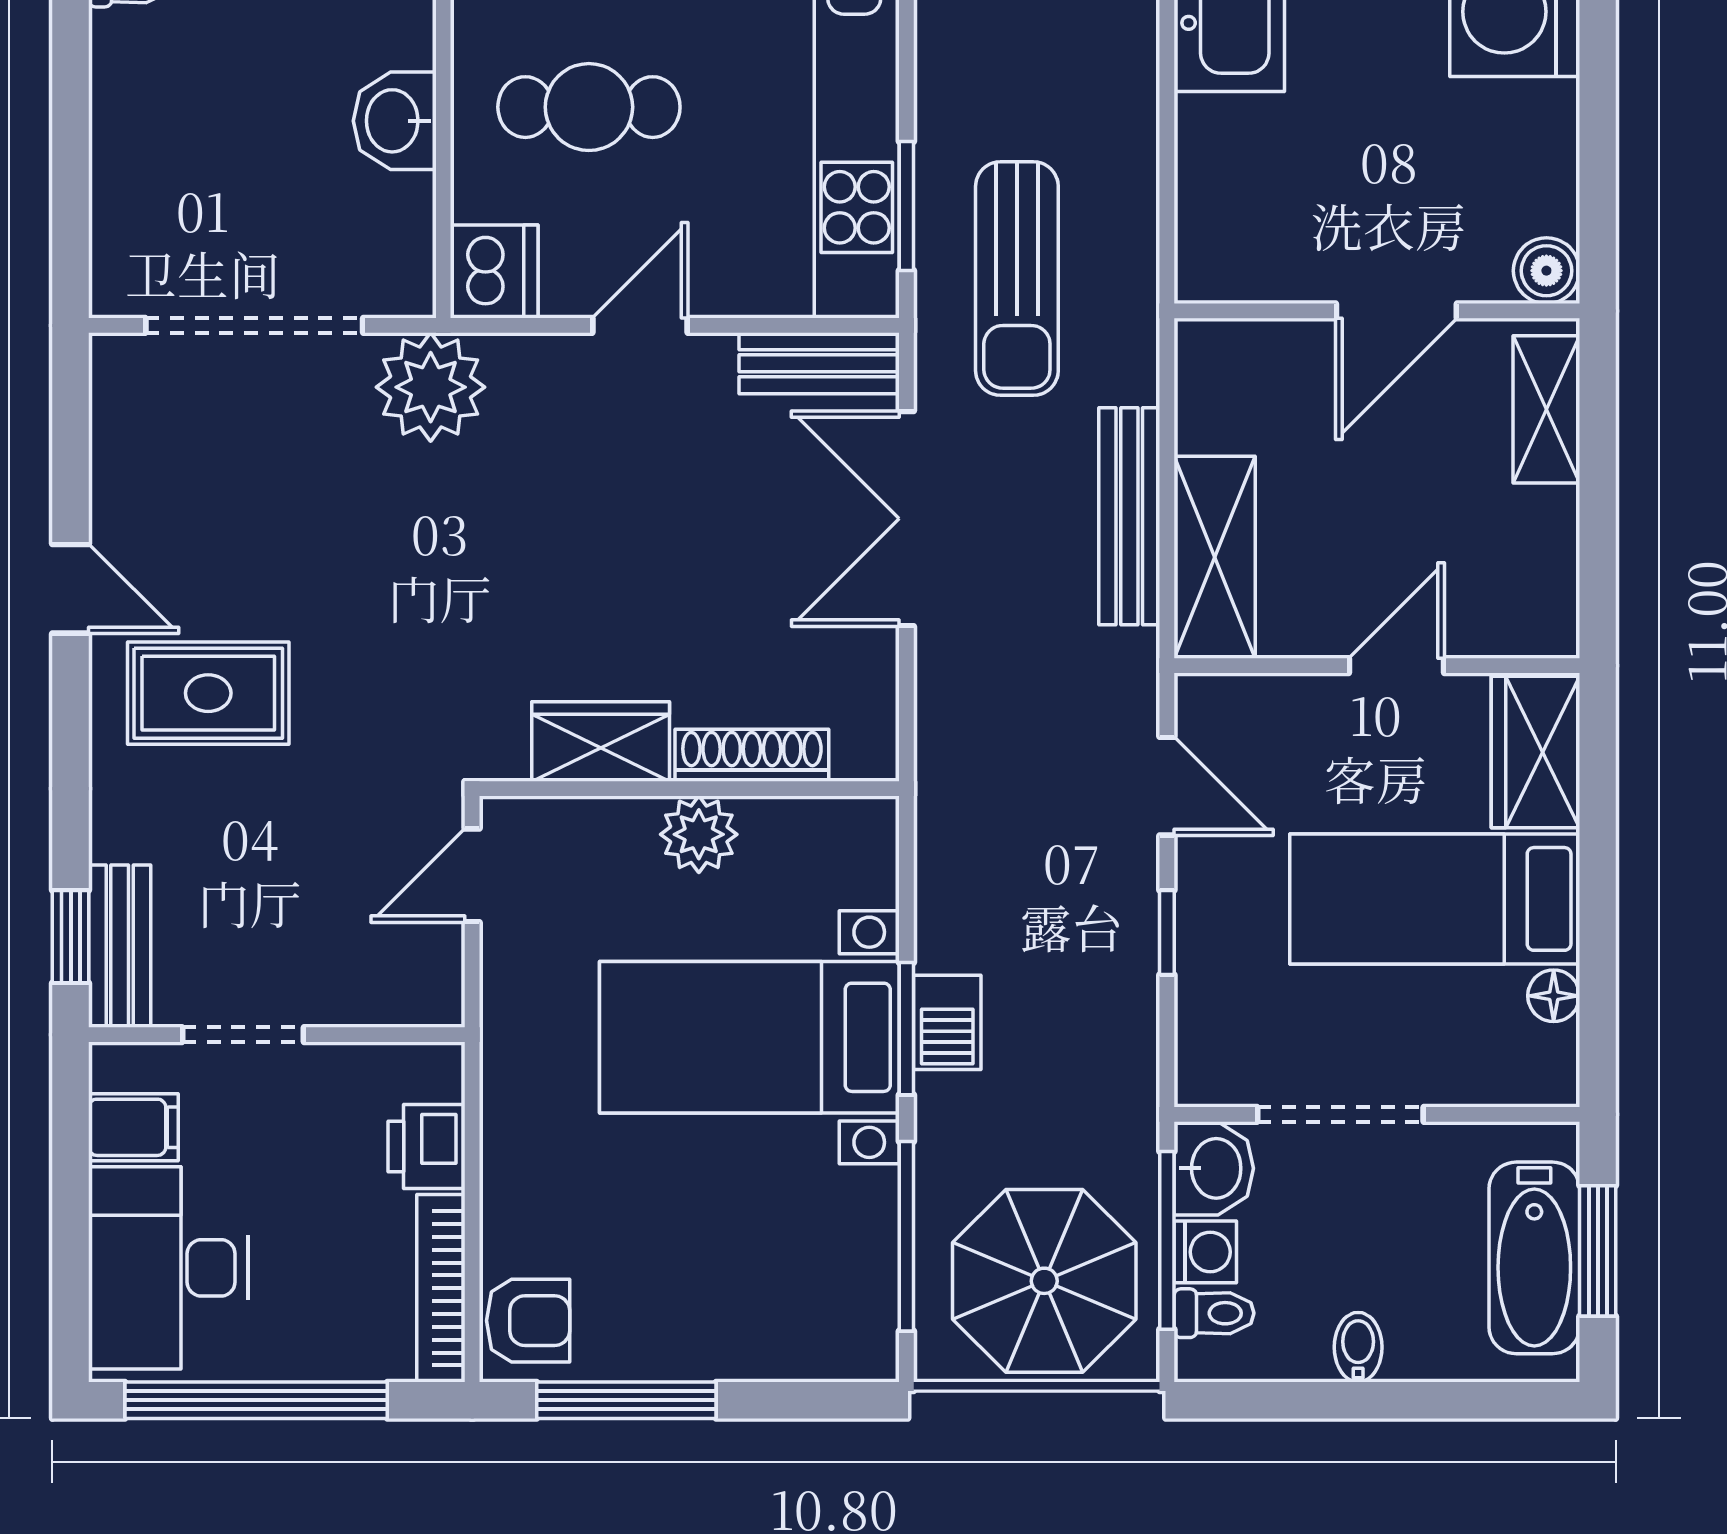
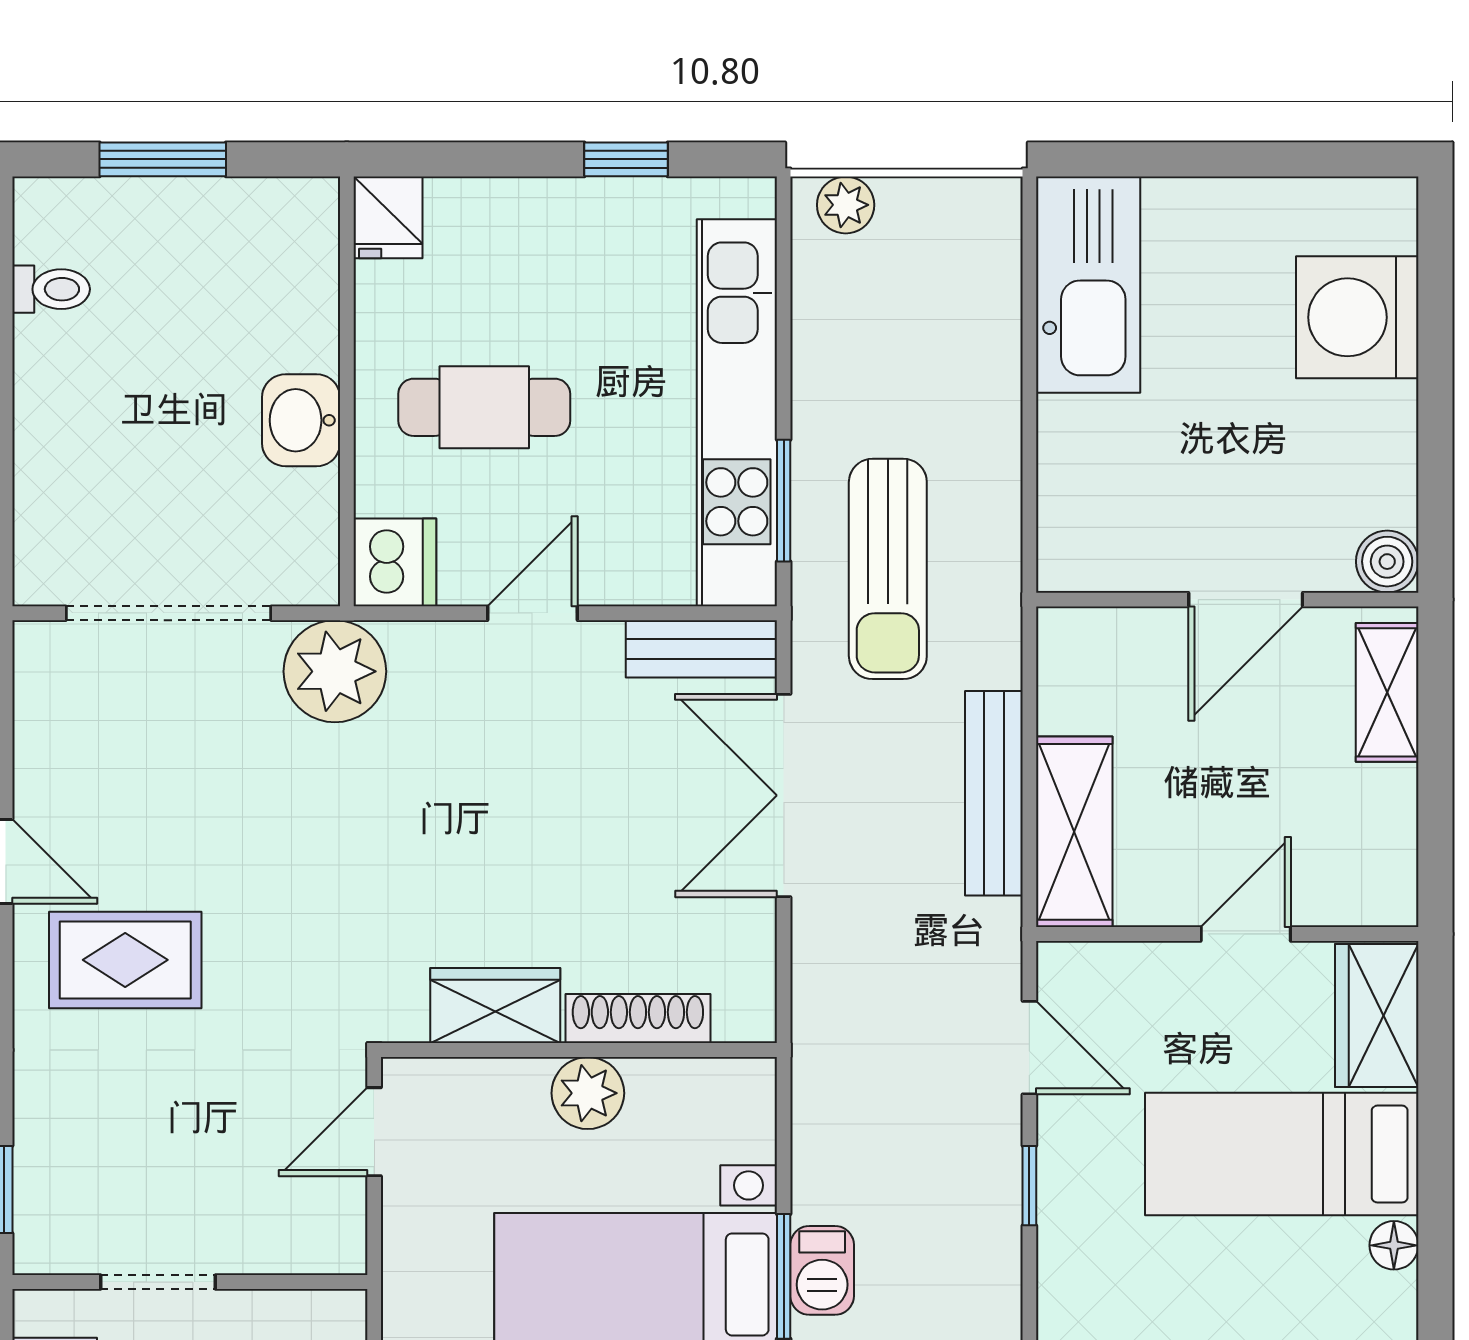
bench: (120, 946) -> (42, 1199), removed

